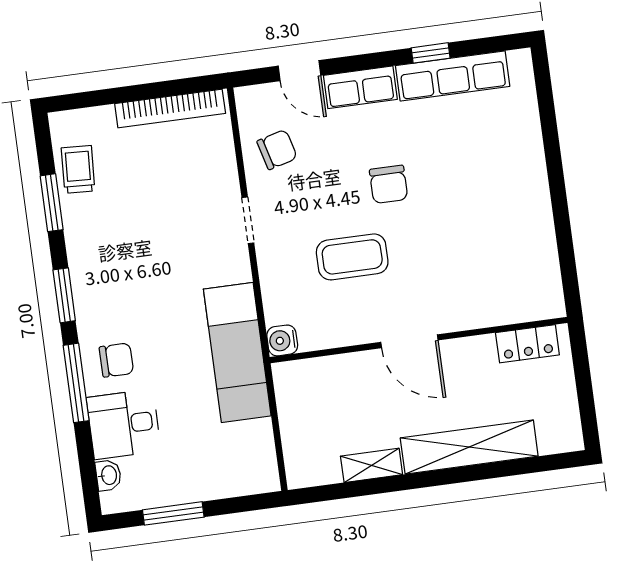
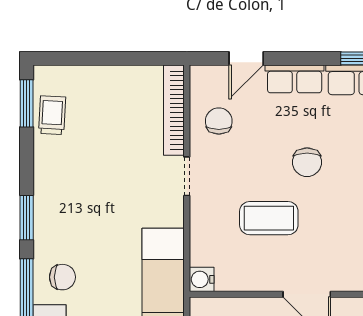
door: (299, 71) -> (246, 58), hinge flipped
bookcase: (170, 109) -> (174, 110), moved, turned 90
chair: (277, 150) -> (219, 121), turned -75
window: (52, 203) -> (27, 103), moved

